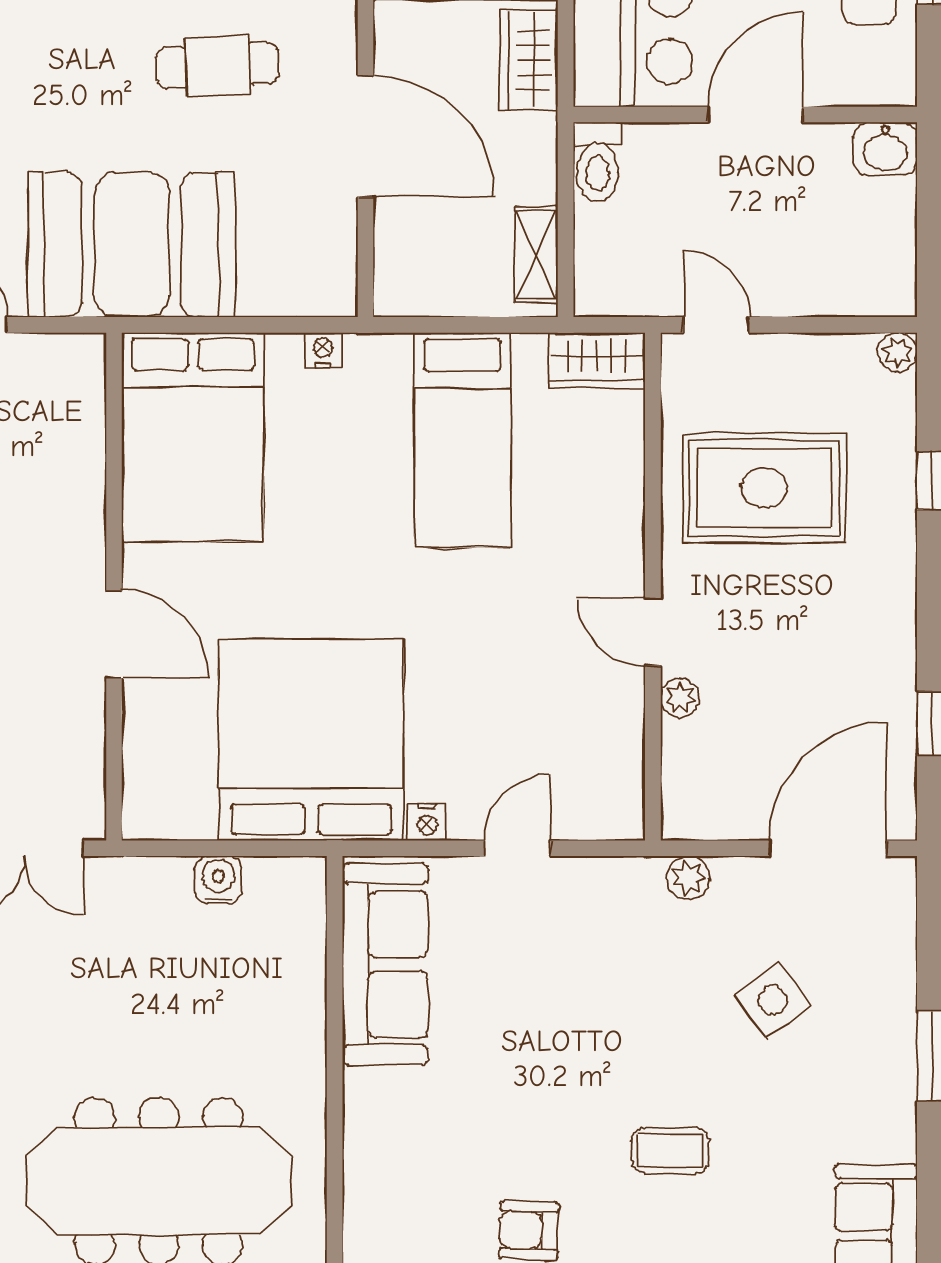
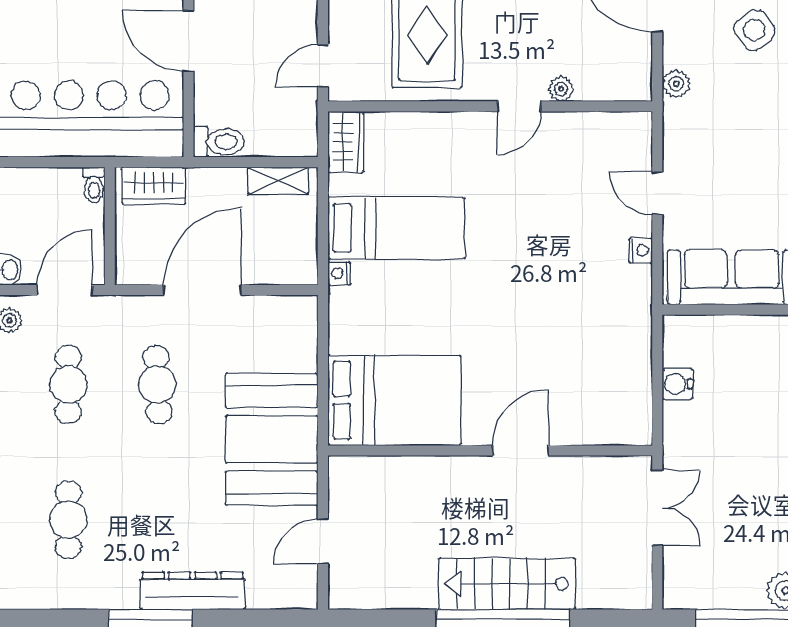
nightstand: (323, 350) -> (339, 273), moved
bed: (311, 740) -> (588, 325), removed

